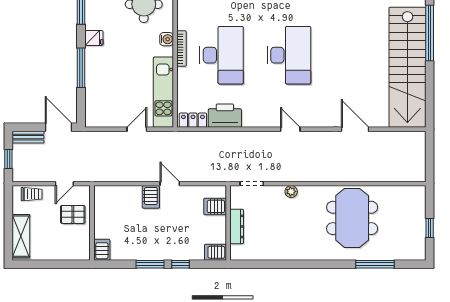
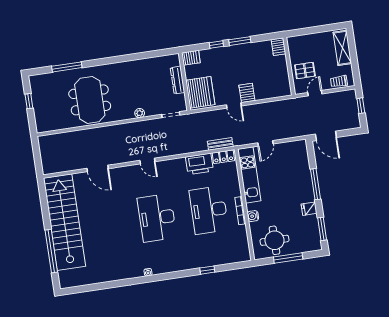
bench: (28, 137) -> (220, 144), moved
server rack: (215, 206) -> (200, 92), width x2.18, depth x1.44

